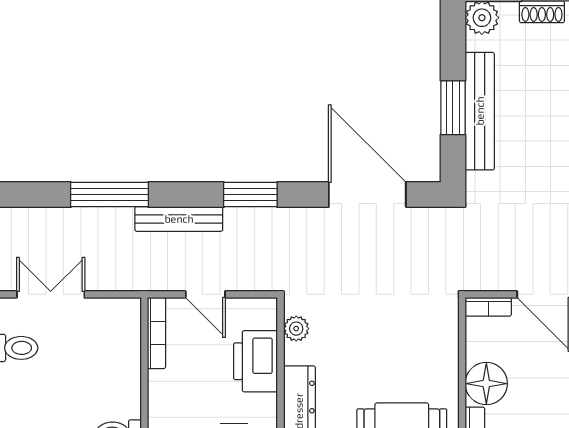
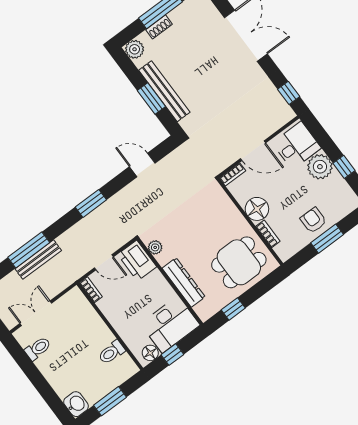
door: (367, 195) -> (142, 165), width x0.53
bench: (179, 219) -> (38, 260), moved
bookcase: (156, 333) -> (91, 290), width x0.64
printer: (255, 361) -> (137, 261), moved

